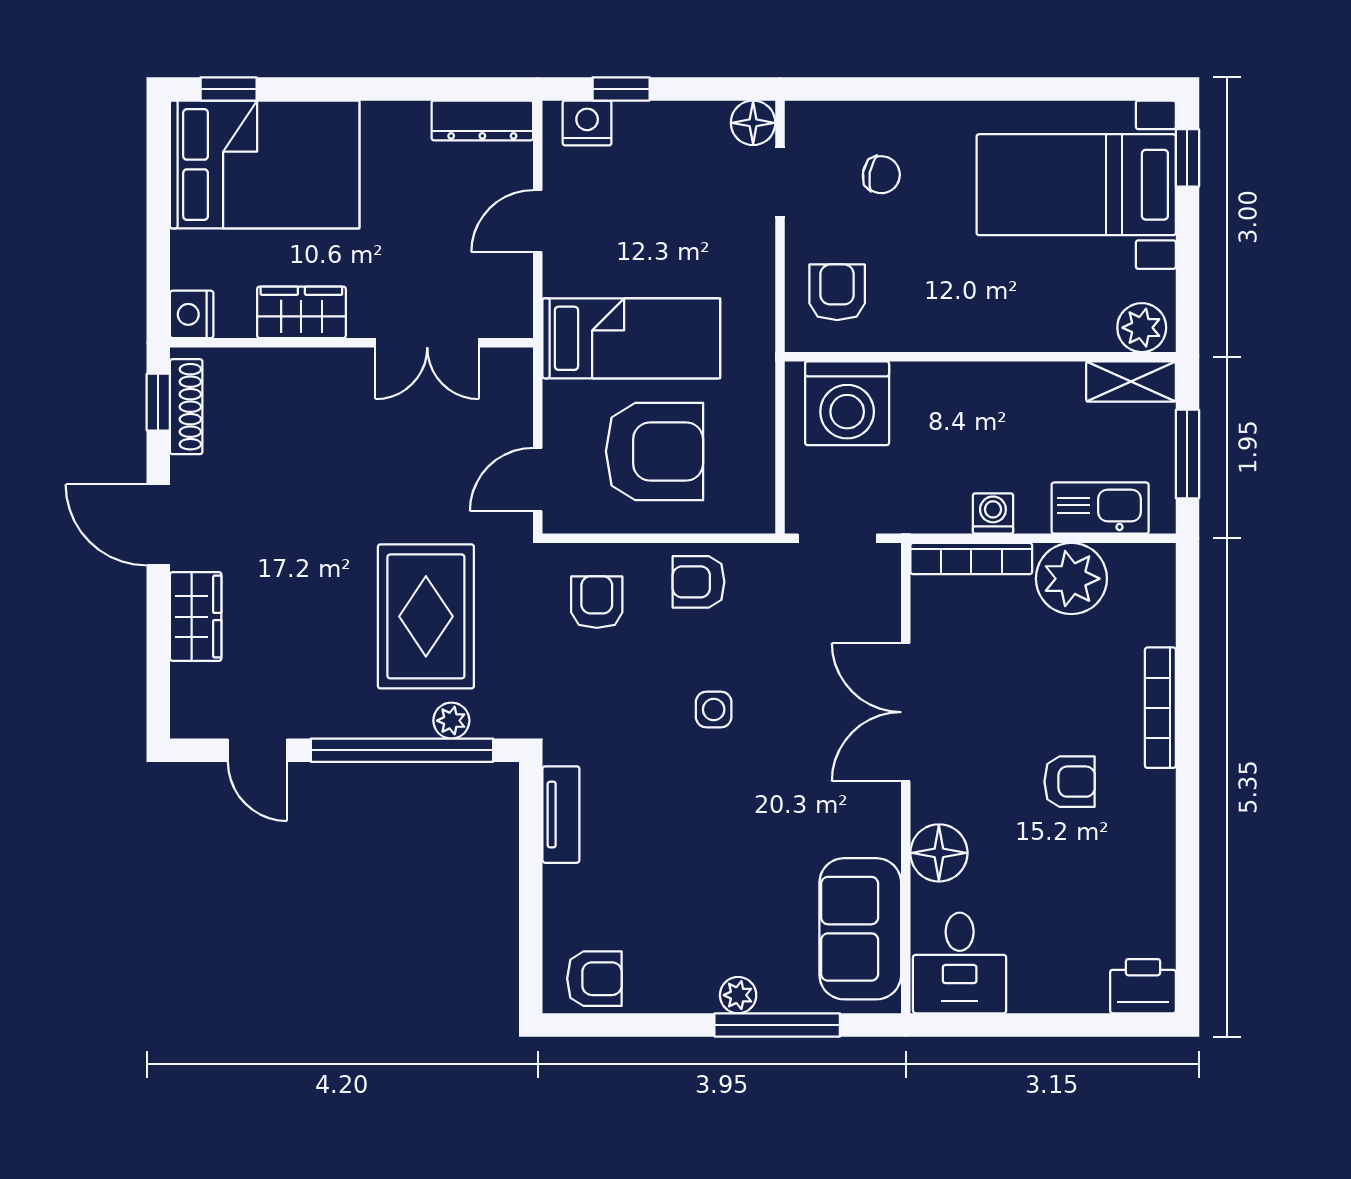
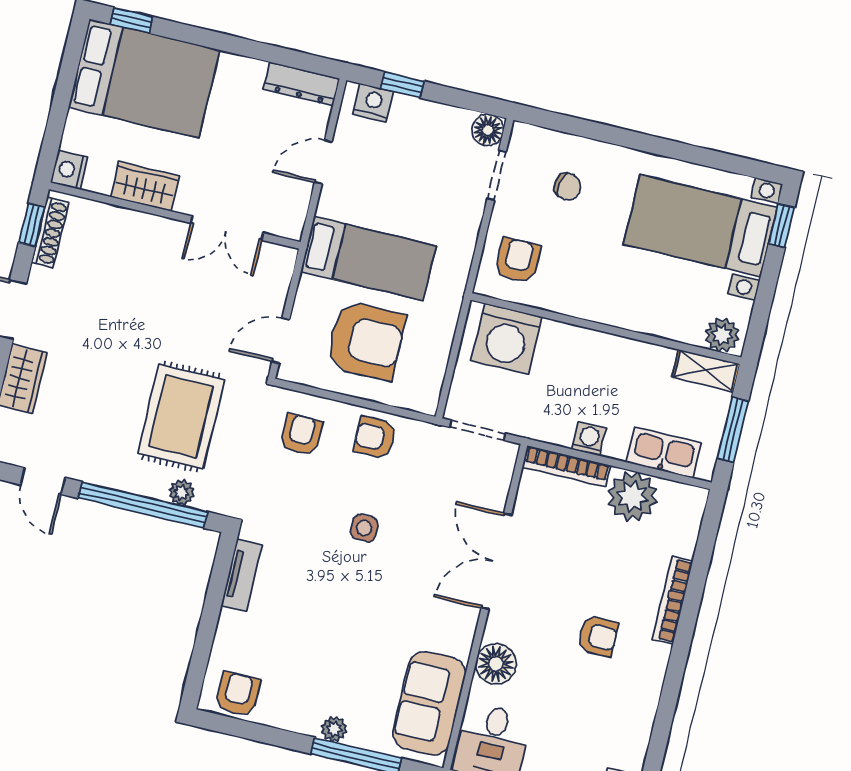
armchair: (594, 979) -> (238, 694), turned -90

